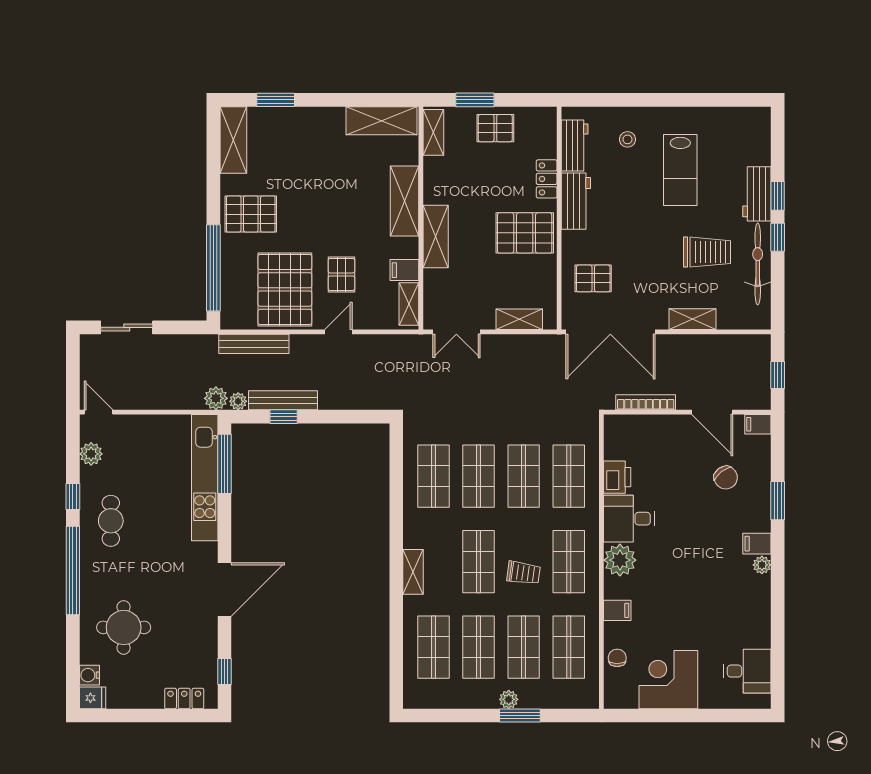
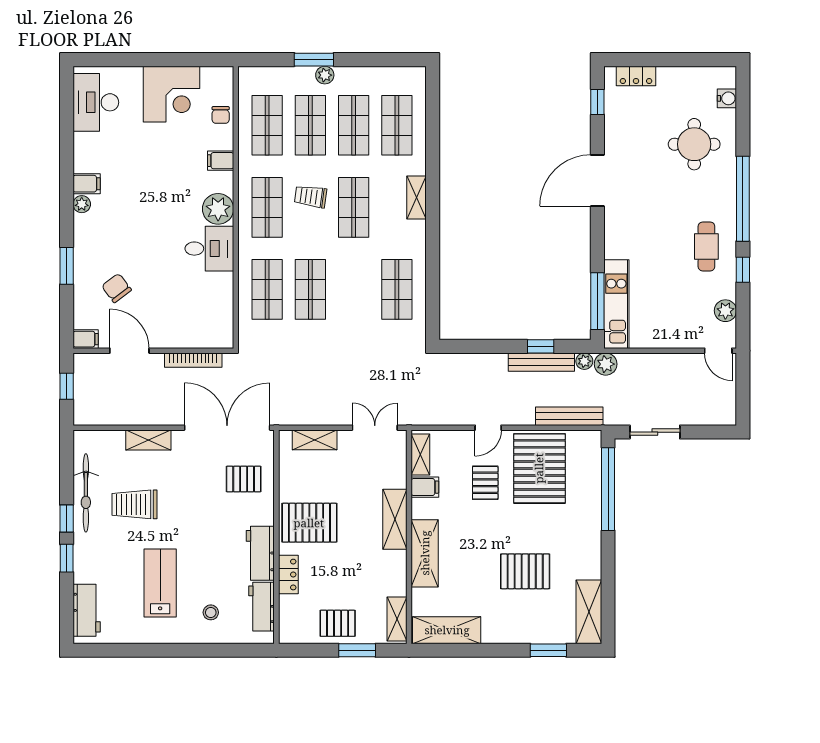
workbench: (757, 194) -> (87, 610), moved
pallet: (251, 214) -> (525, 571), moved
sliding door: (127, 327) -> (655, 432), moved
shop shelf: (479, 476) -> (354, 289), removed
printer: (617, 477) -> (221, 288), removed
kitchen unit: (205, 478) -> (616, 304), width x0.73
filing cabinet: (757, 544) -> (87, 184), moved
desk: (747, 671) -> (96, 102), width x1.37
fridge: (93, 698) -> (724, 77), removed

